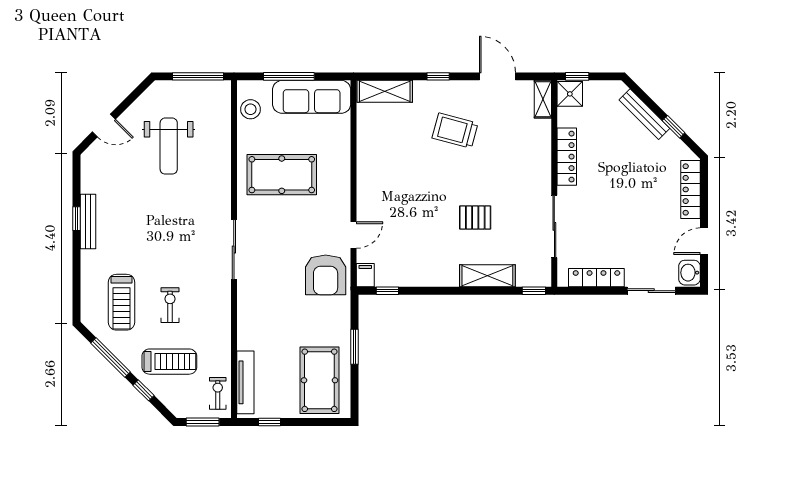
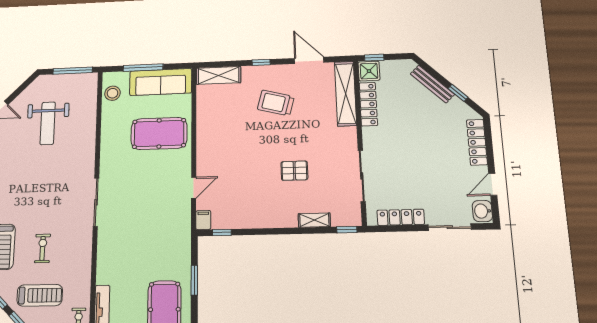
shelving: (543, 99) -> (346, 94), width x2.20, depth x1.33
locker: (567, 157) -> (368, 104), moved
pool table: (282, 175) -> (159, 133), moved
armchair: (326, 275) -> (170, 221), removed
shelving: (487, 276) -> (314, 220), width x0.67, depth x0.75

